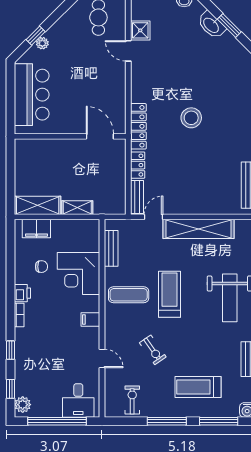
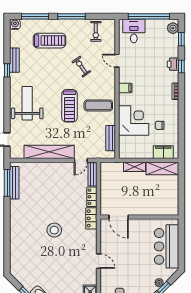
door: (128, 51) -> (99, 261), moved
locker: (138, 126) -> (91, 218), width x0.66
printer: (22, 293) -> (173, 64), moved

